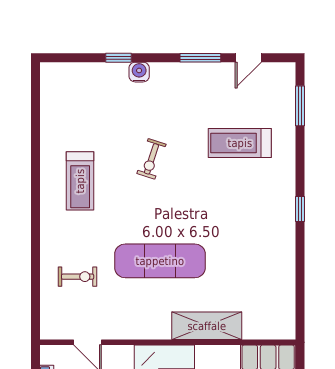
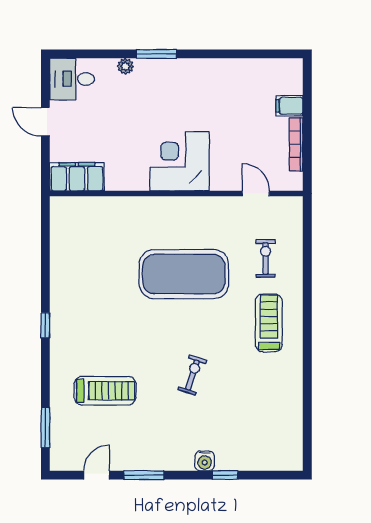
treadmill: (80, 181) -> (269, 323), moved
exercise mat: (160, 261) -> (184, 274), width x1.47
exercise bike: (78, 277) -> (266, 258), turned 90
shelving: (207, 326) -> (138, 210), removed

